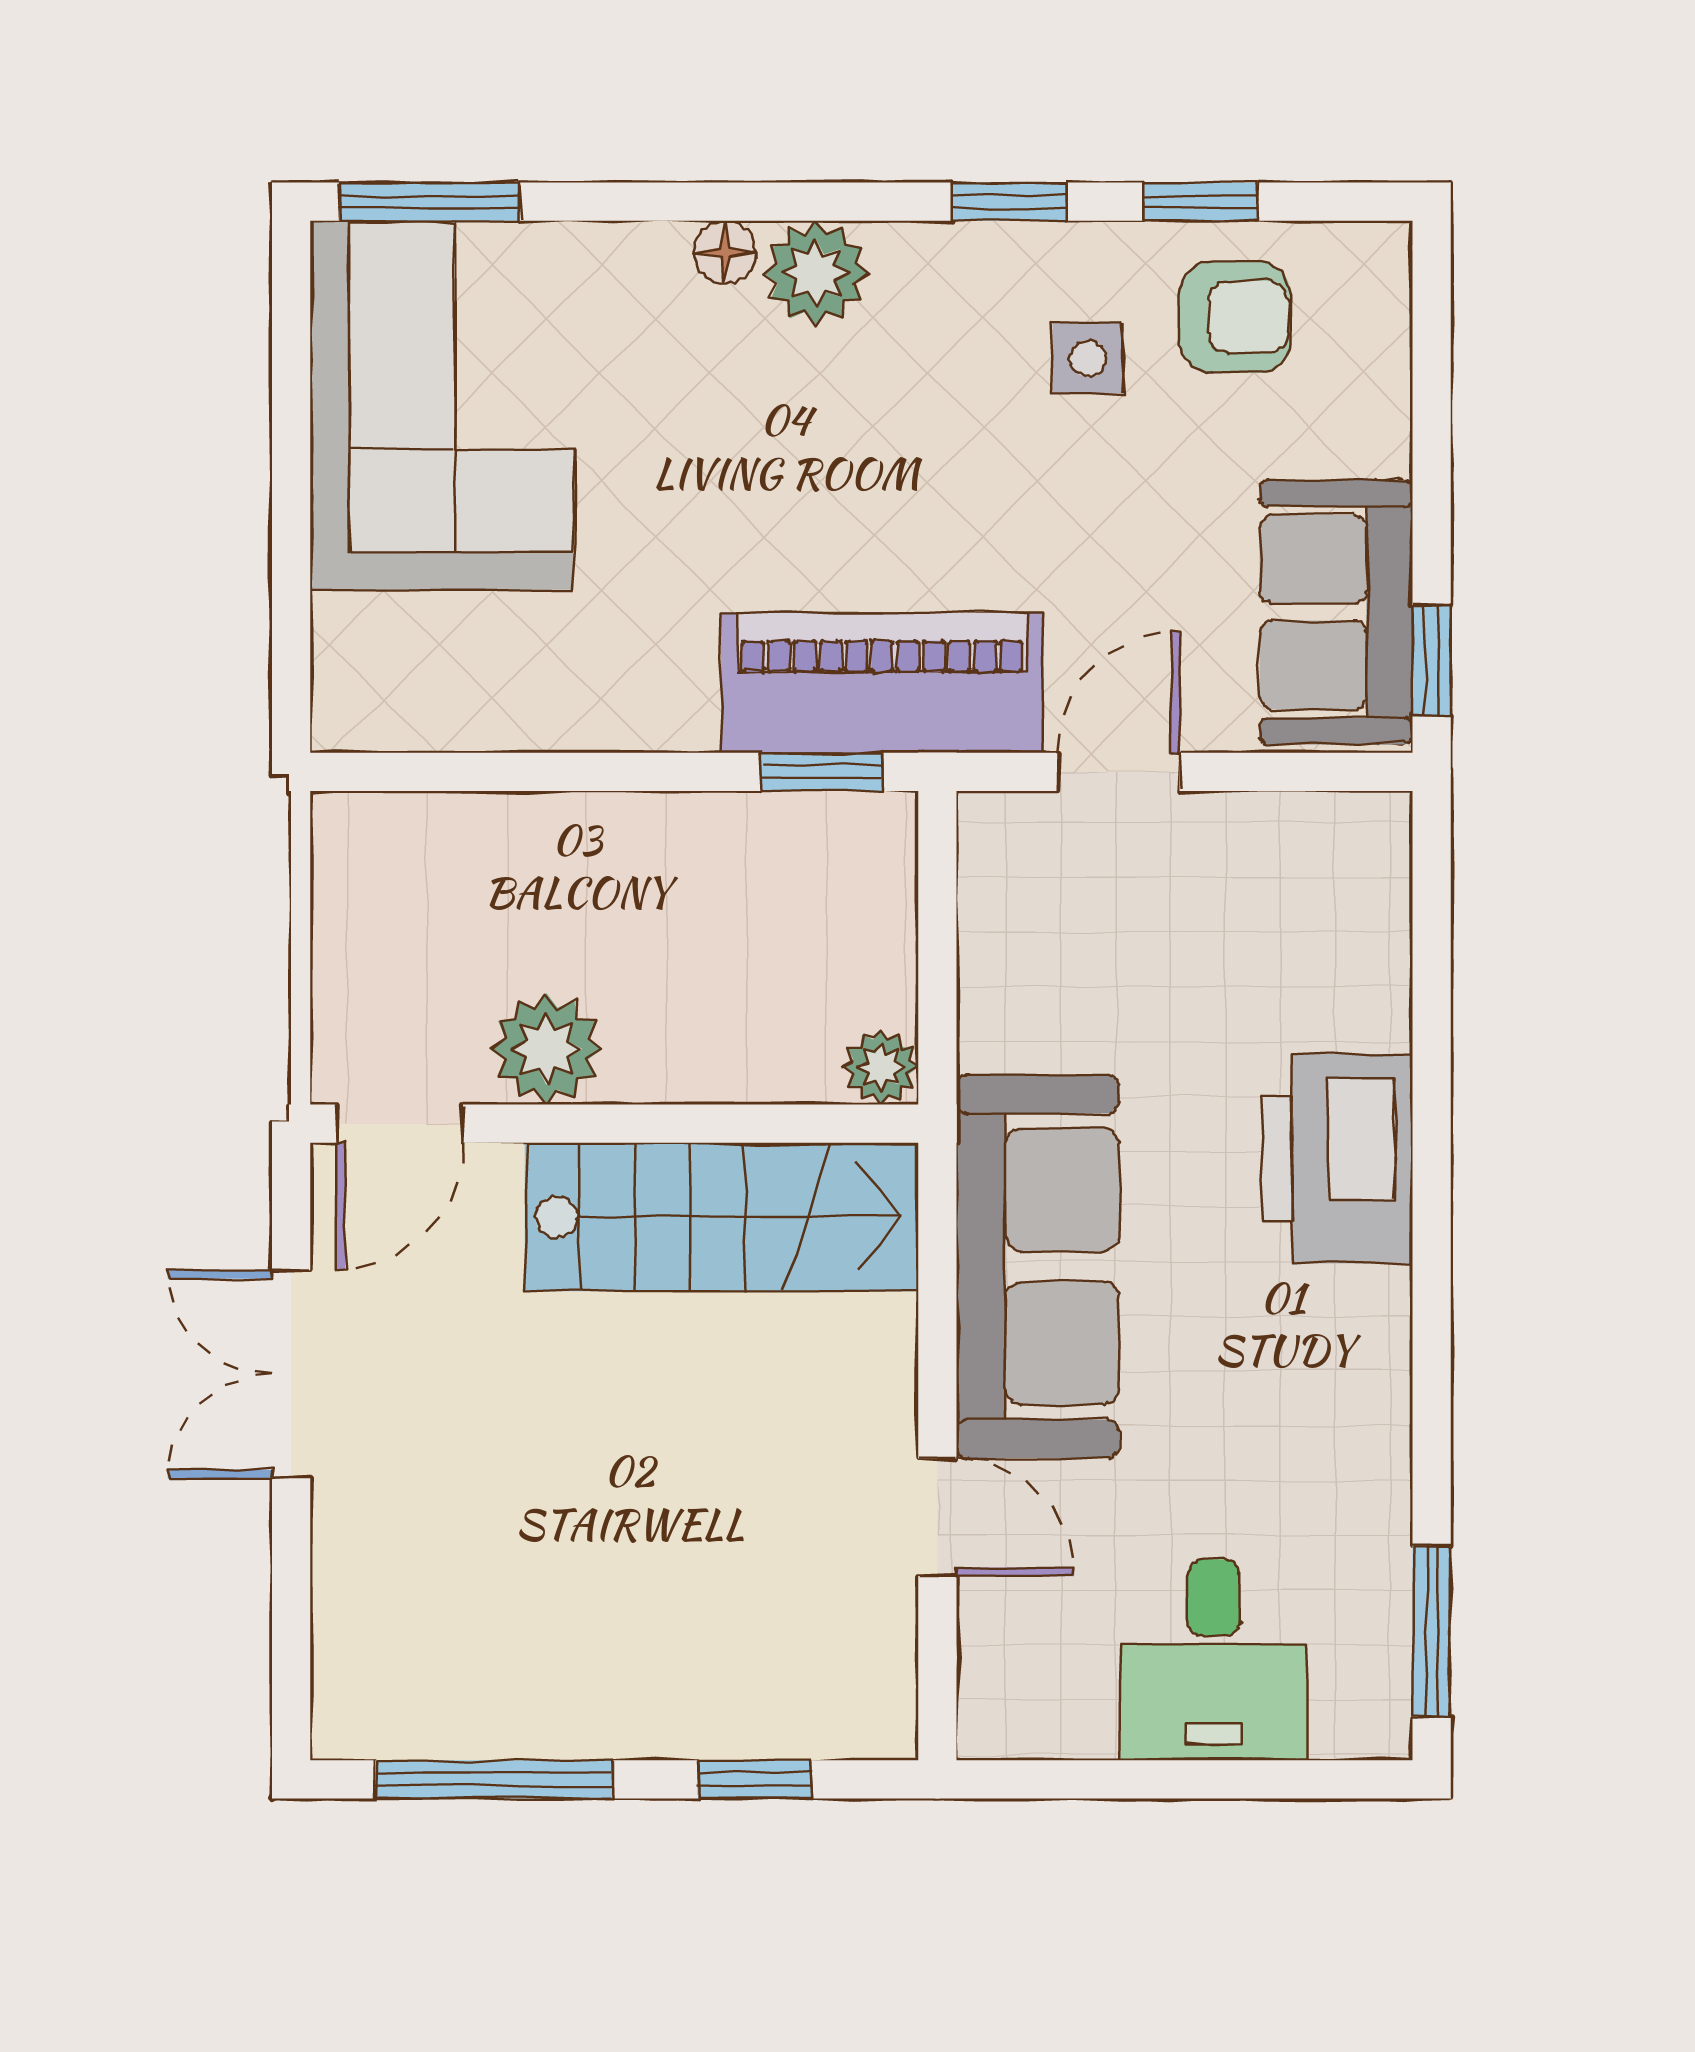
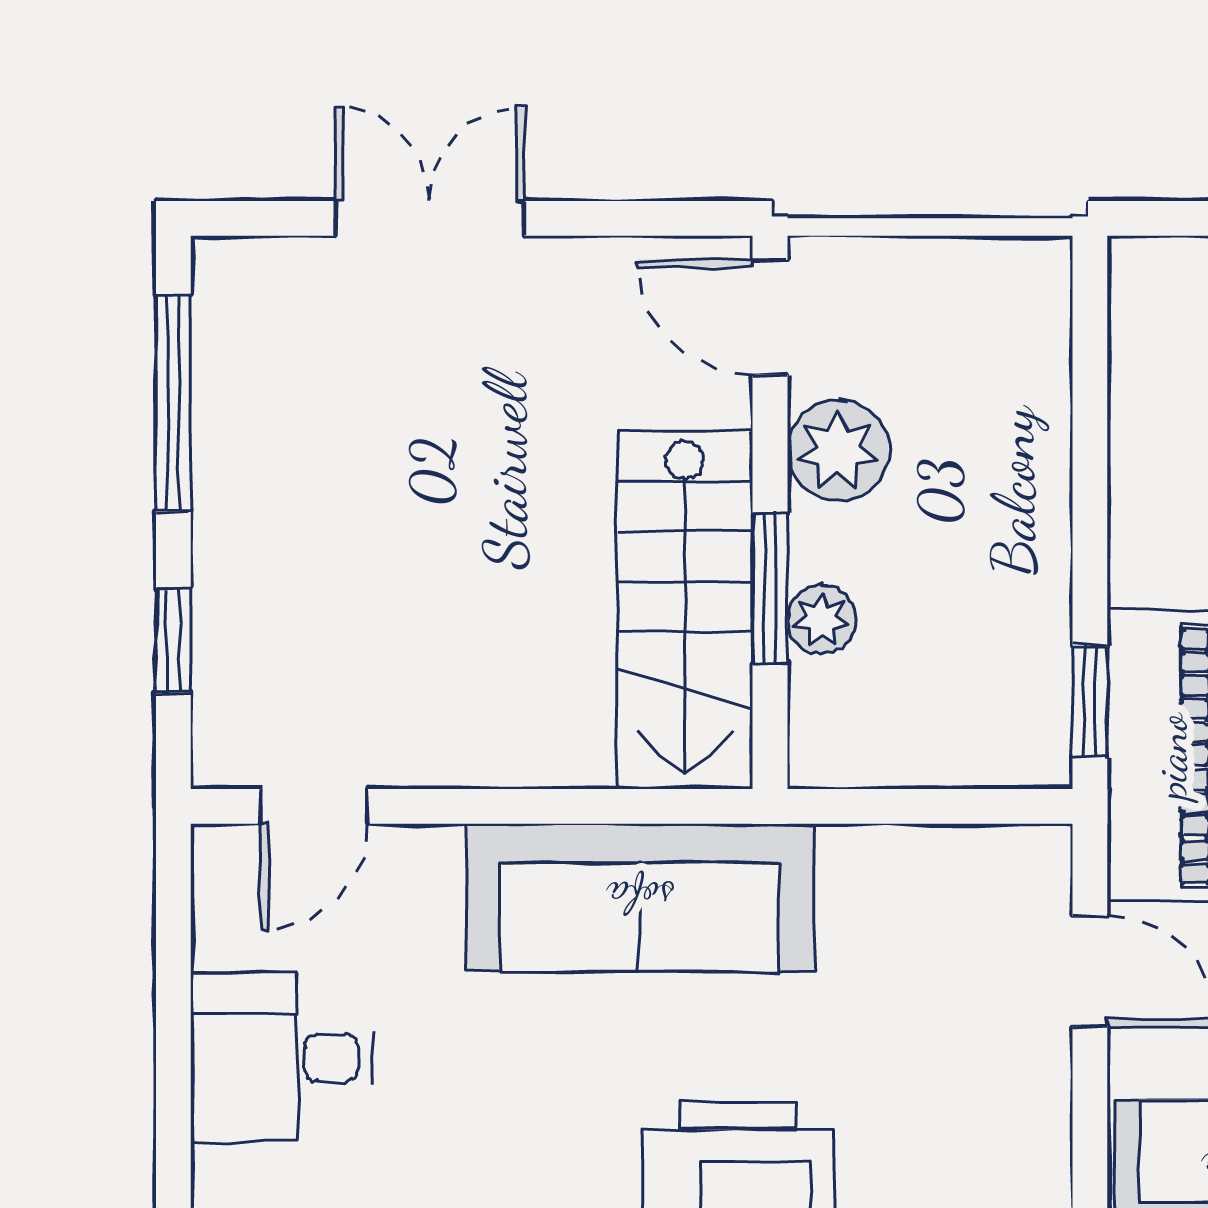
plant: (881, 1067) -> (821, 620), moved
window: (698, 1124) -> (770, 589), added
double door: (291, 1374) -> (430, 218), moved
door: (937, 1517) -> (314, 806), moved

